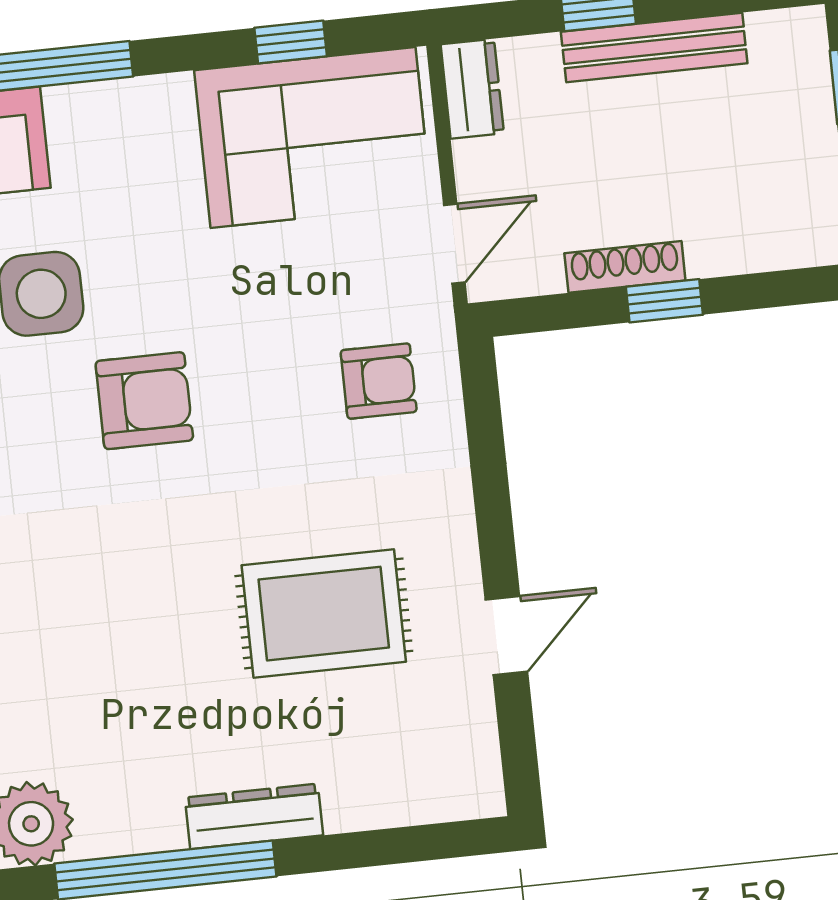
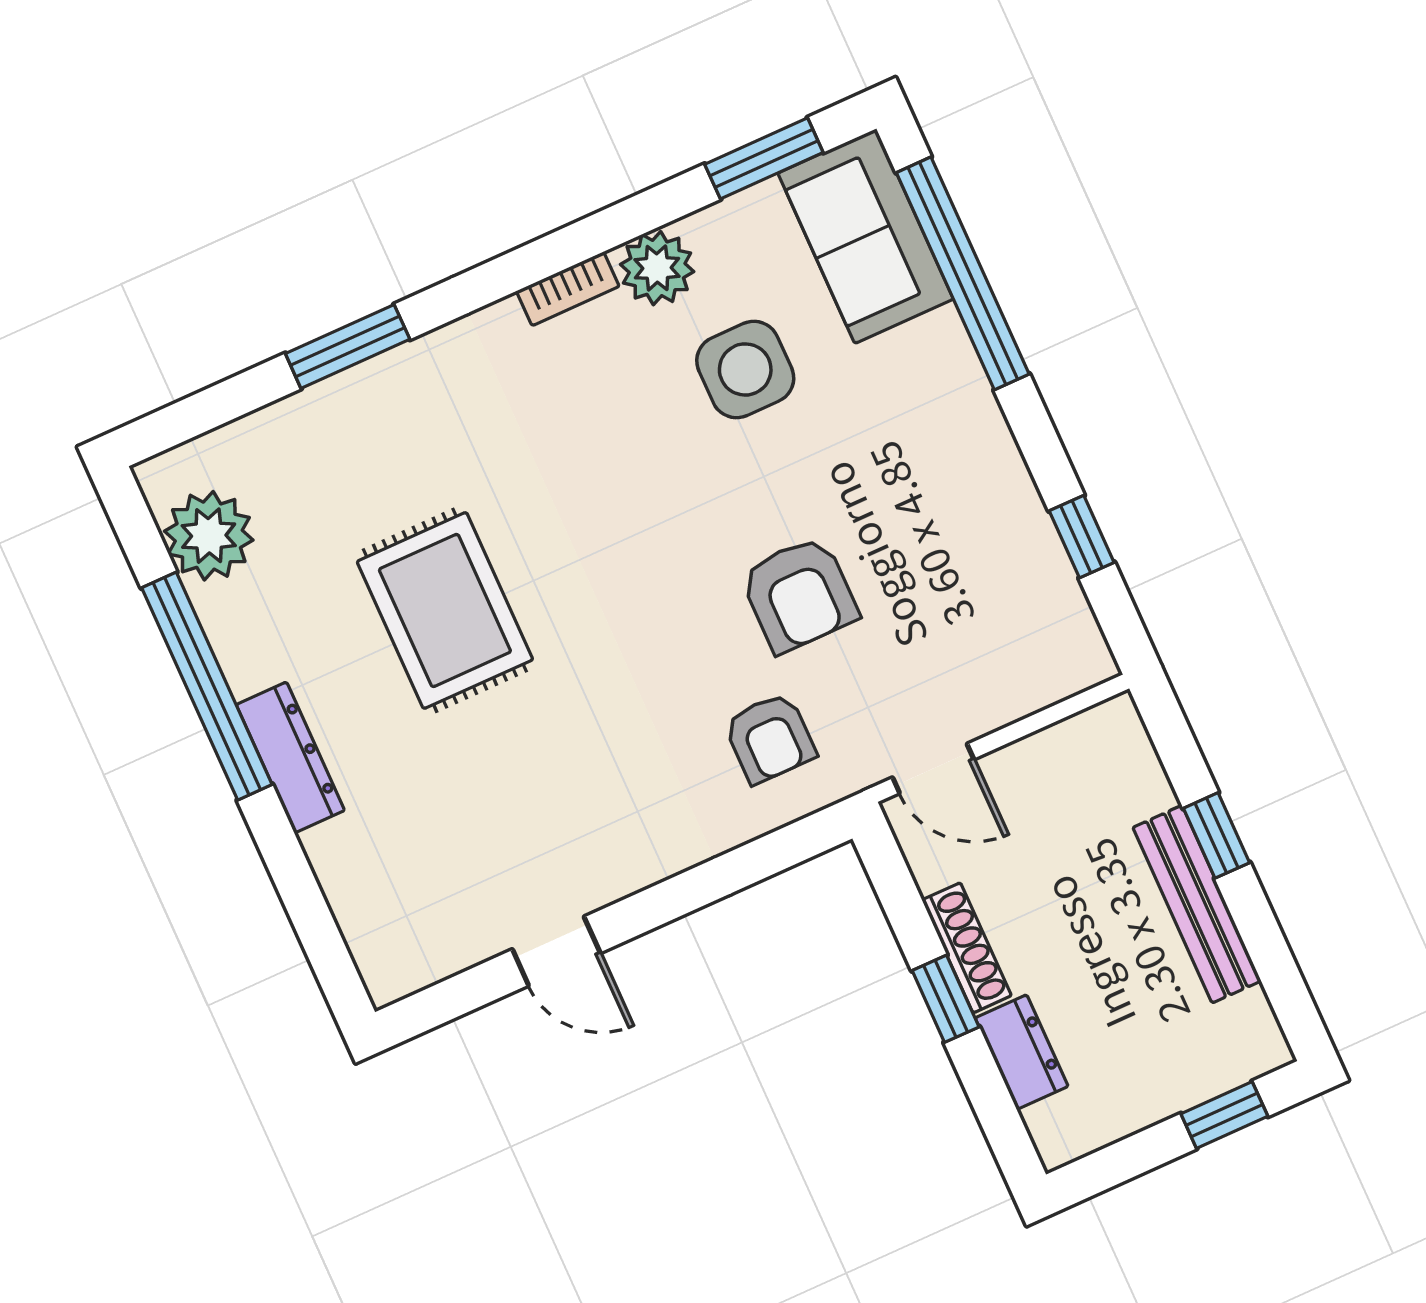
dresser: (472, 89) -> (1022, 1052), moved, turned -90
corner sofa: (313, 137) -> (993, 591), removed
armchair: (144, 401) -> (799, 594), moved
rug: (324, 614) -> (445, 610), moved

